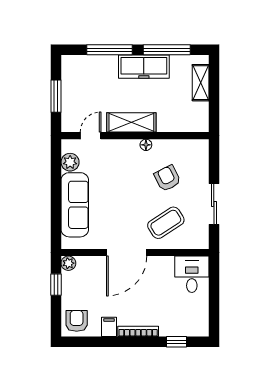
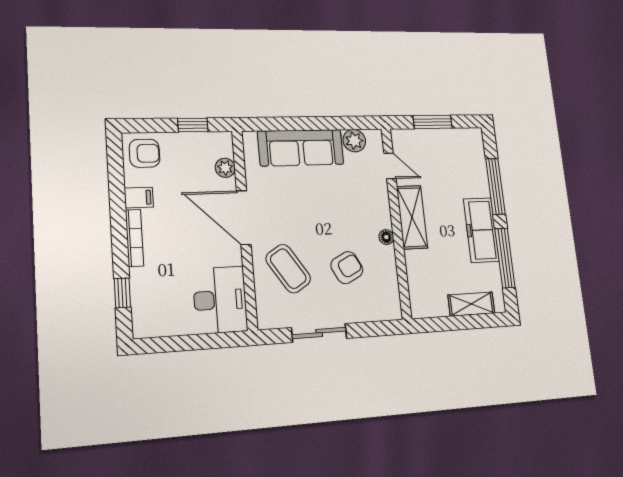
plant: (68, 263) -> (225, 168), moved
desk: (192, 274) -> (220, 300), width x1.37

